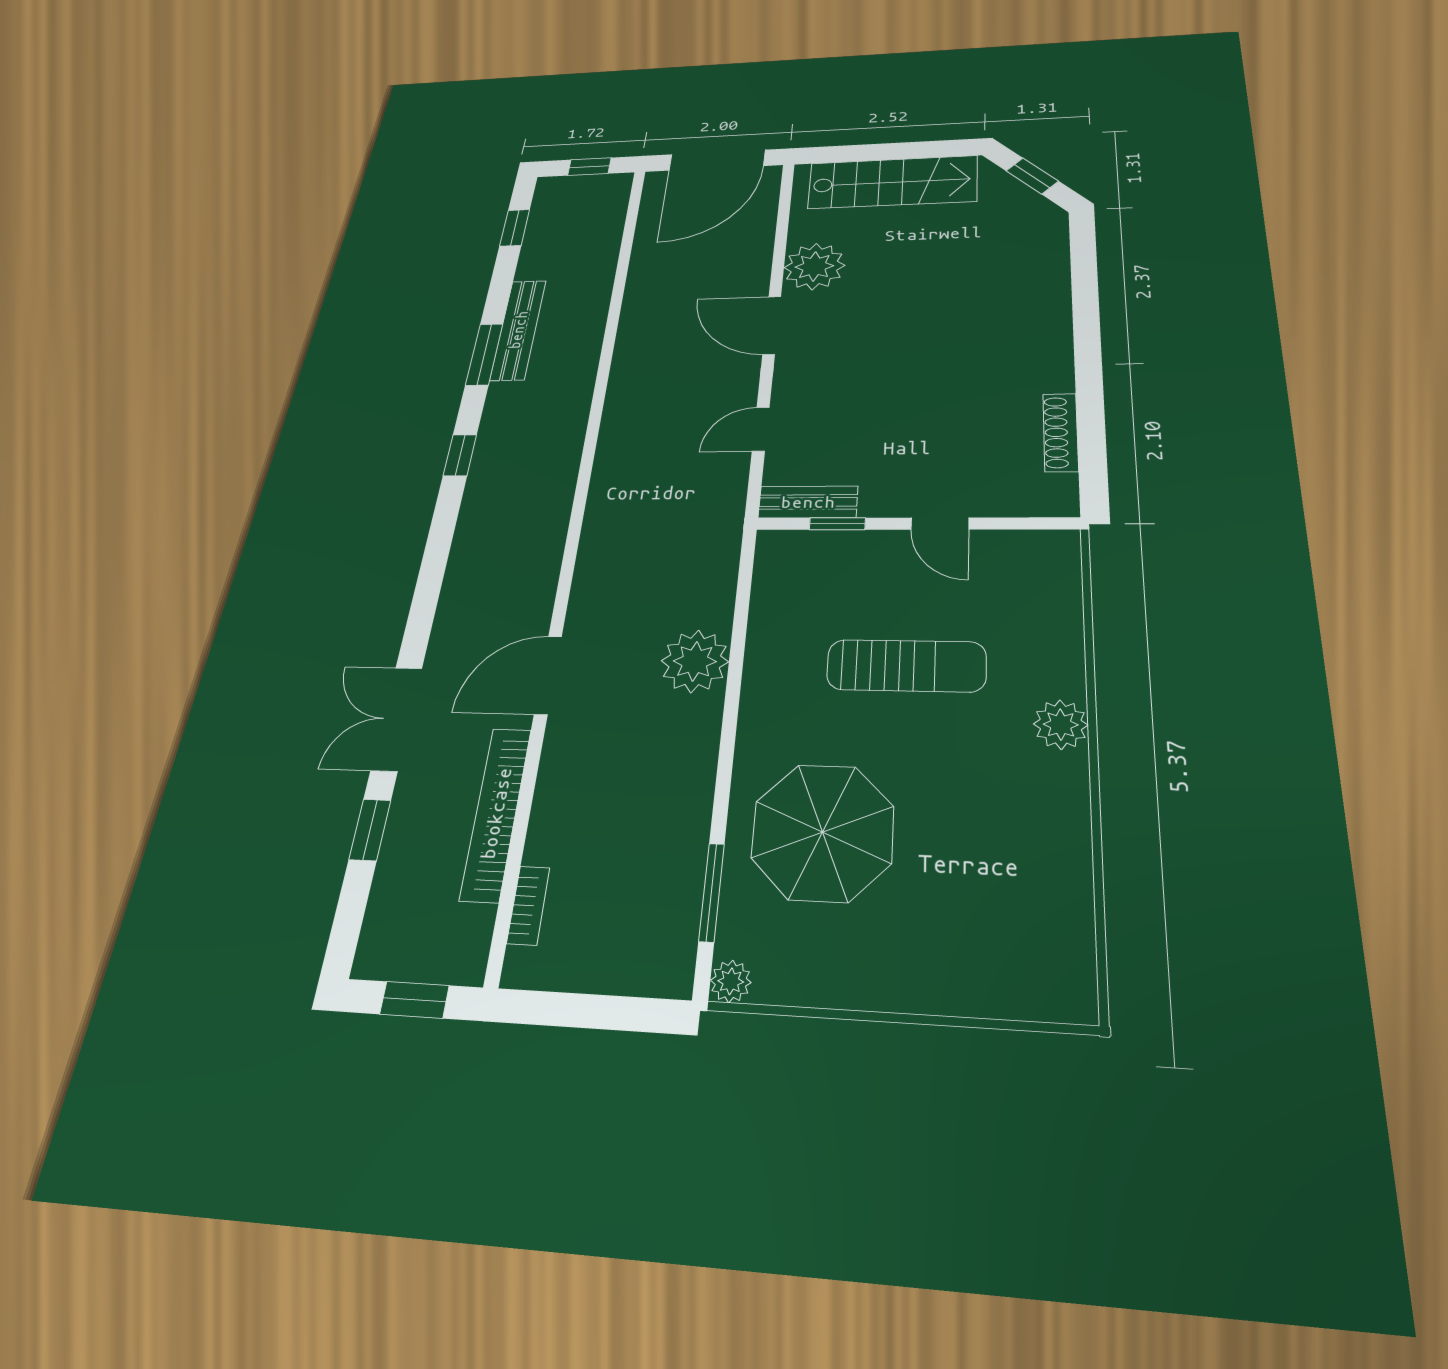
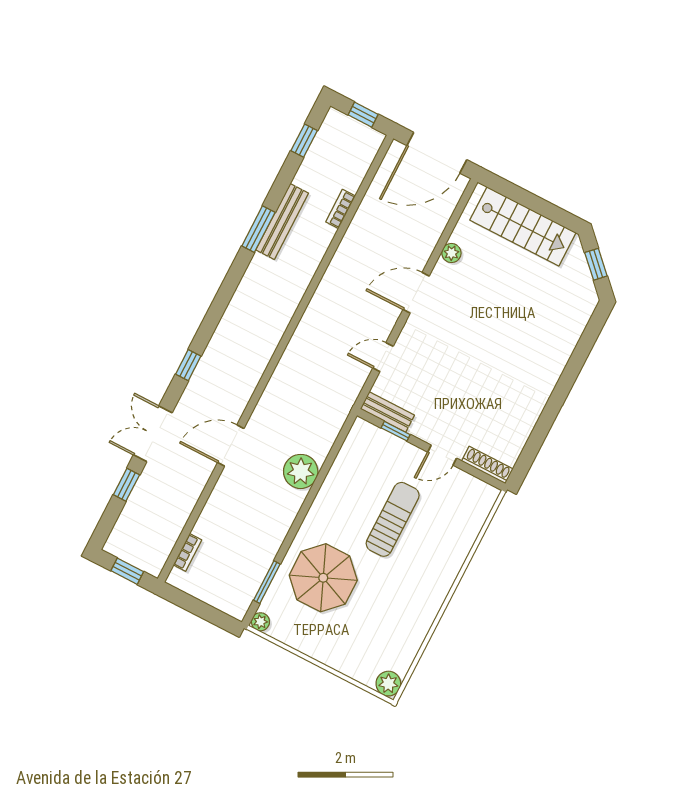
plant: (814, 266) -> (451, 253), width x0.53, depth x0.53
door: (772, 325) -> (416, 293), hinge flipped
shoe rack: (1061, 432) -> (487, 465), moved, turned 90
window: (460, 455) -> (188, 365), moved
door: (940, 524) -> (442, 455), hinge flipped
sun lounger: (906, 666) -> (393, 519), turned -90
plant: (1061, 725) -> (388, 684), moved
bookcase: (496, 813) -> (341, 209), moved, width x0.43, depth x0.76

